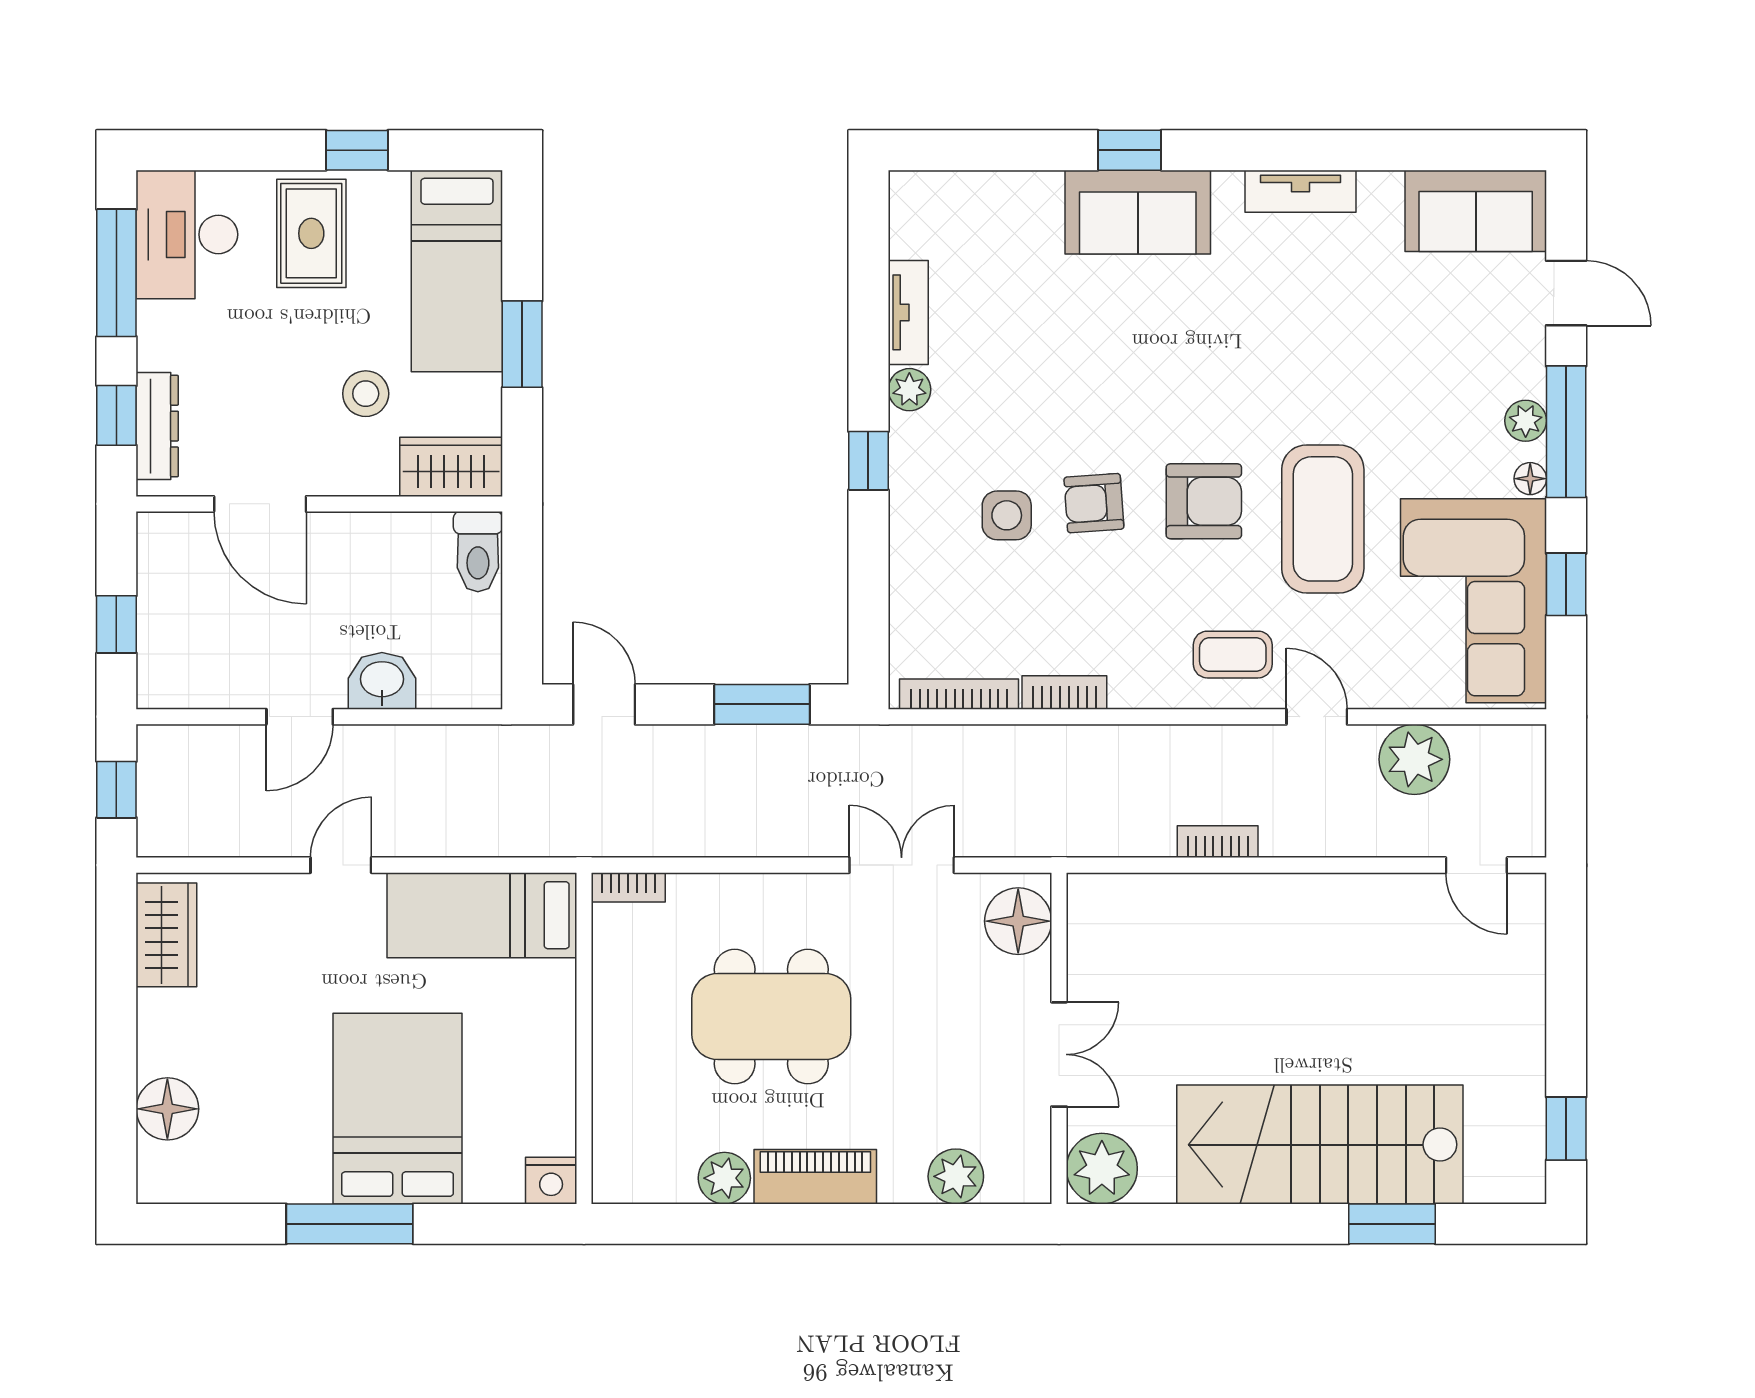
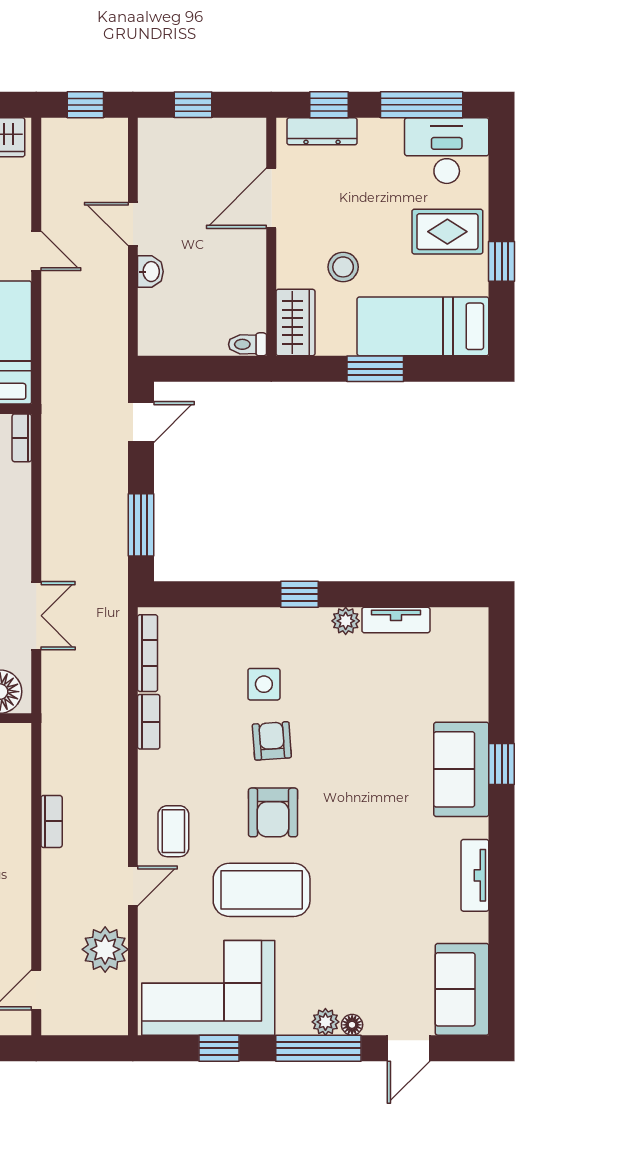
floor lamp: (1530, 479) -> (352, 1025), moved
toilet: (478, 552) -> (248, 344), width x0.73, depth x0.72
washbasin: (382, 681) -> (150, 272), width x0.72, depth x0.69

